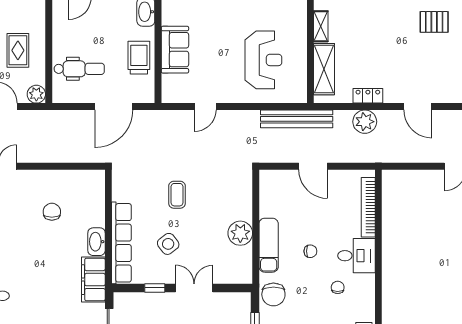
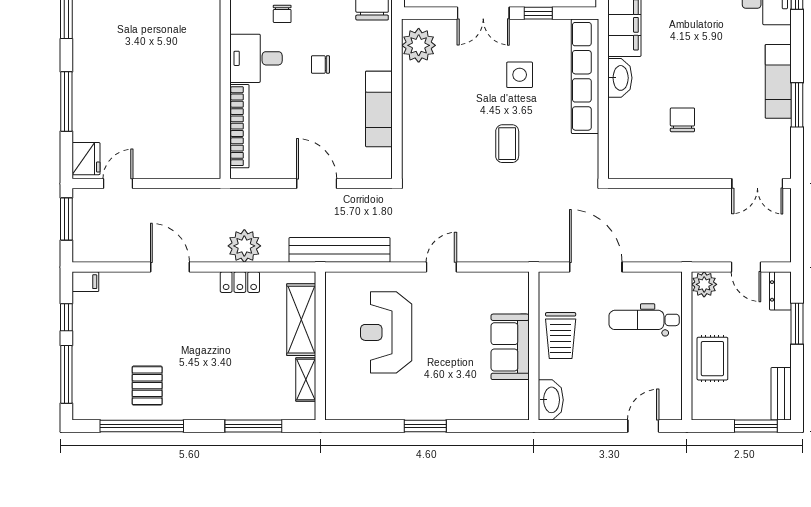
pallet: (434, 22) -> (147, 386), turned 90
rug: (18, 50) -> (712, 359), moved
door: (114, 107) -> (596, 267), hinge flipped
door: (205, 107) -> (441, 267), moved
chair: (52, 212) -> (682, 120), turned 180
plant: (240, 233) -> (419, 45), moved
side table: (168, 244) -> (520, 75), turned 38
exam couch: (269, 245) -> (379, 109), moved

